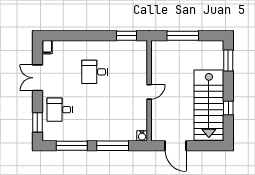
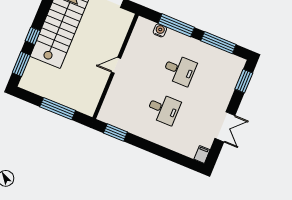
window: (228, 108) -> (33, 36), moved
desk: (60, 110) -> (180, 70), moved
water cooler: (142, 136) -> (160, 30), moved

